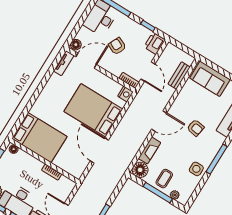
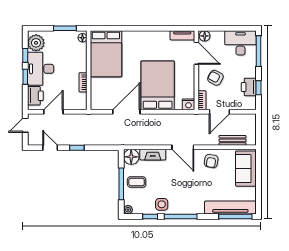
printer: (154, 43) -> (249, 87), moved, turned -90
armchair: (117, 46) -> (215, 78), moved, turned -87
armchair: (195, 128) -> (211, 161), moved
window: (201, 185) -> (150, 217), added
plant: (175, 195) -> (128, 210), moved

